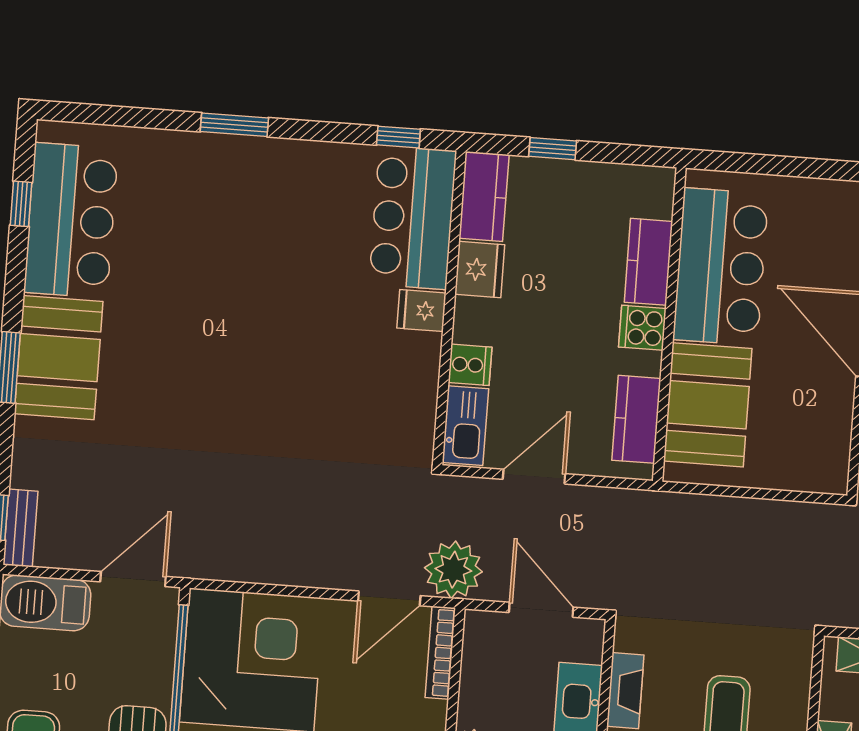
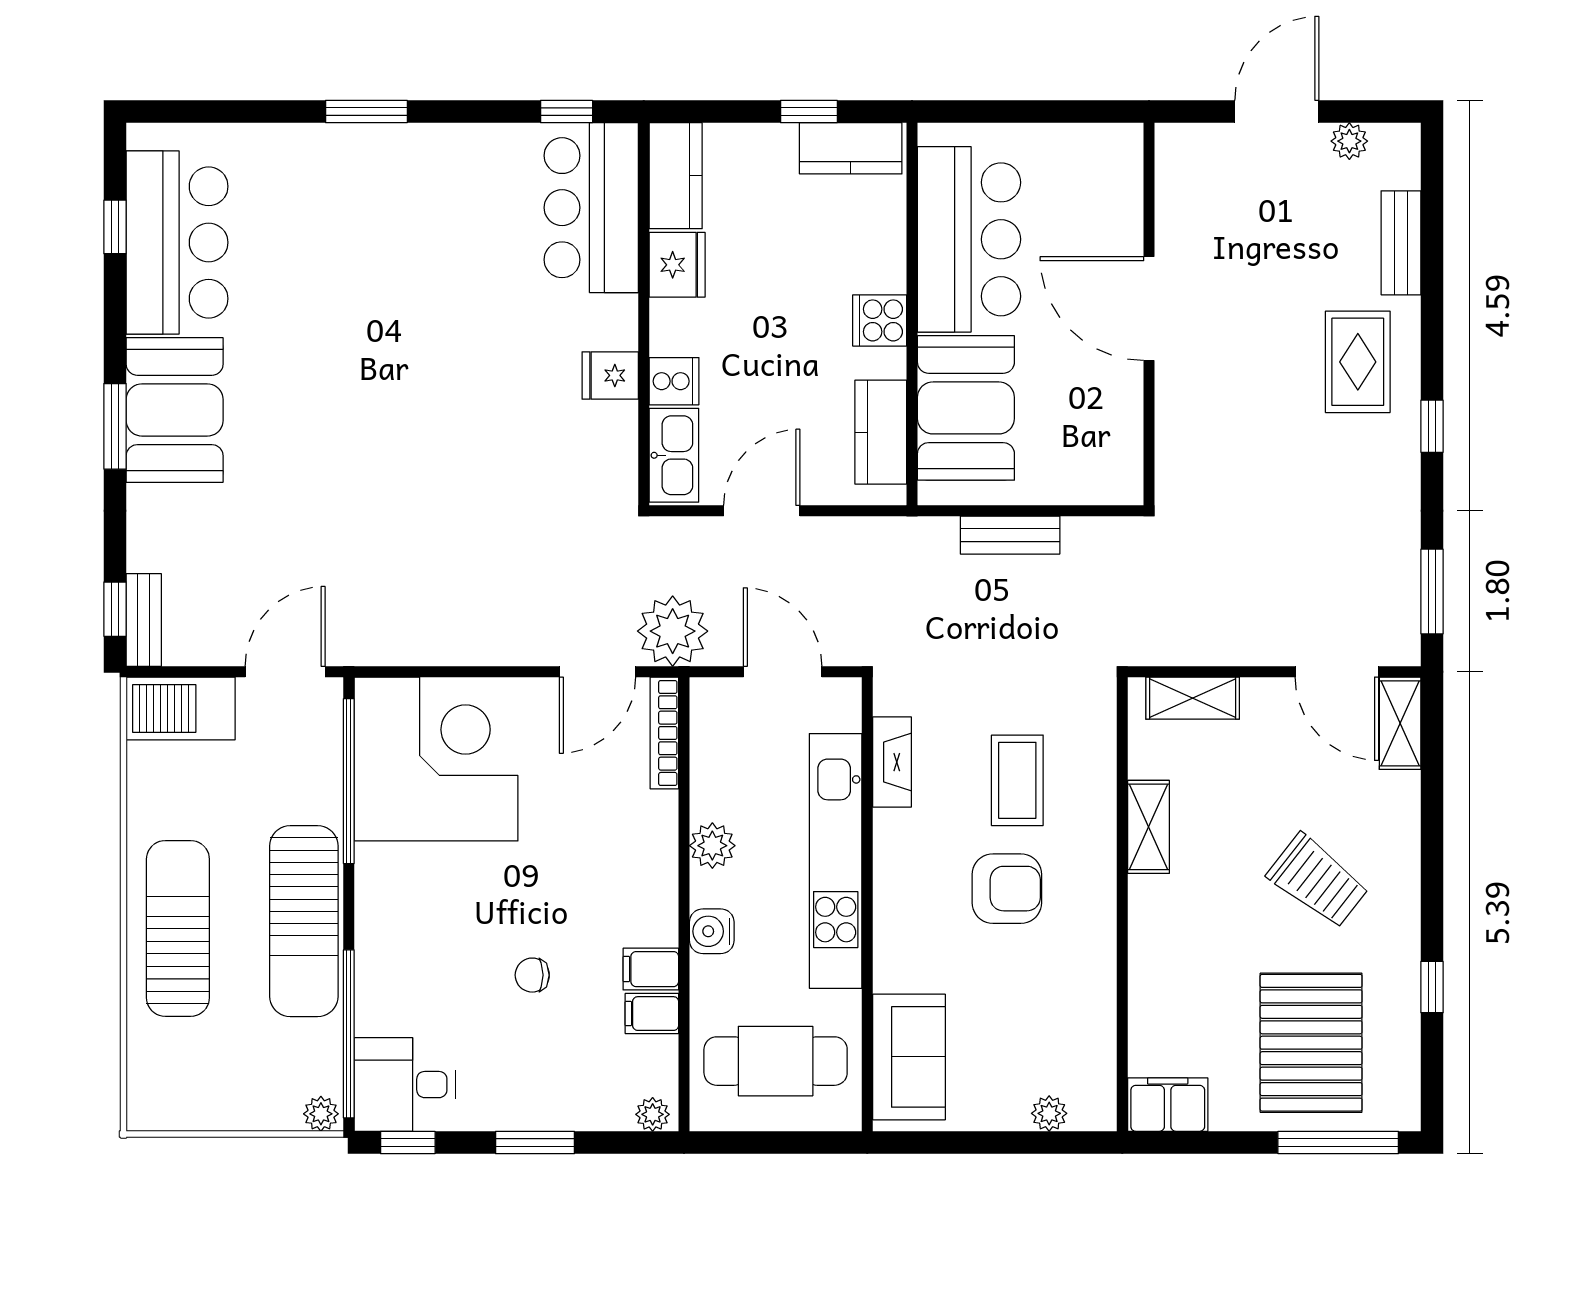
window: (553, 149) -> (809, 112), moved
kitchen counter: (648, 262) -> (851, 148), moved, turned -90
fridge: (421, 311) -> (610, 375), moved
bench: (736, 512) -> (1010, 535), added

